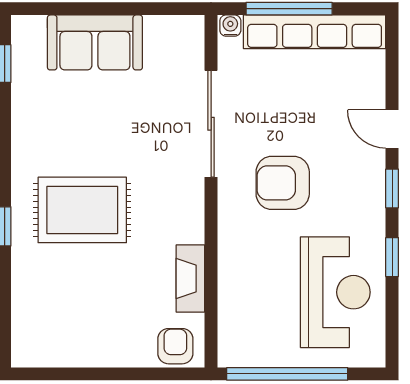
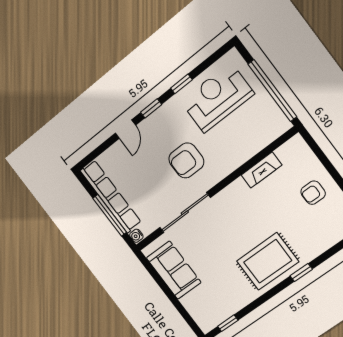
sofa: (95, 42) -> (174, 270), moved
armchair: (283, 183) -> (186, 160), turned 90
rug: (82, 210) -> (268, 261), moved, turned 90
armchair: (175, 346) -> (313, 193), moved

